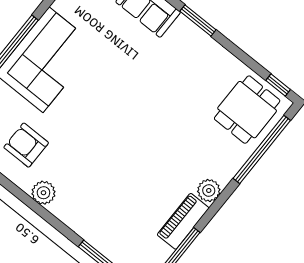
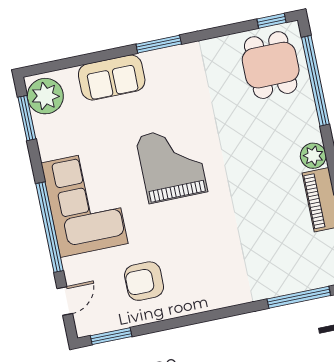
grand piano: (122, 98) -> (172, 164), added
plant: (43, 193) -> (197, 300), removed

